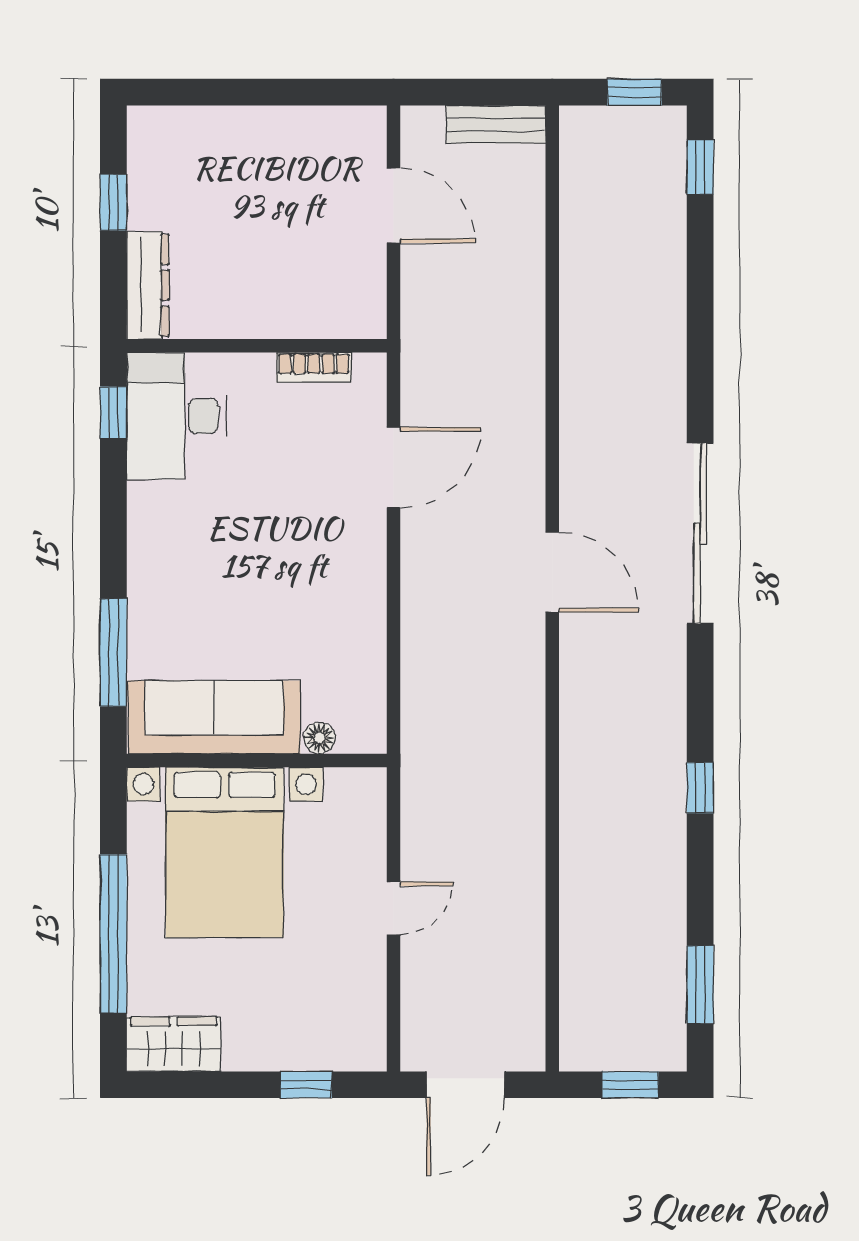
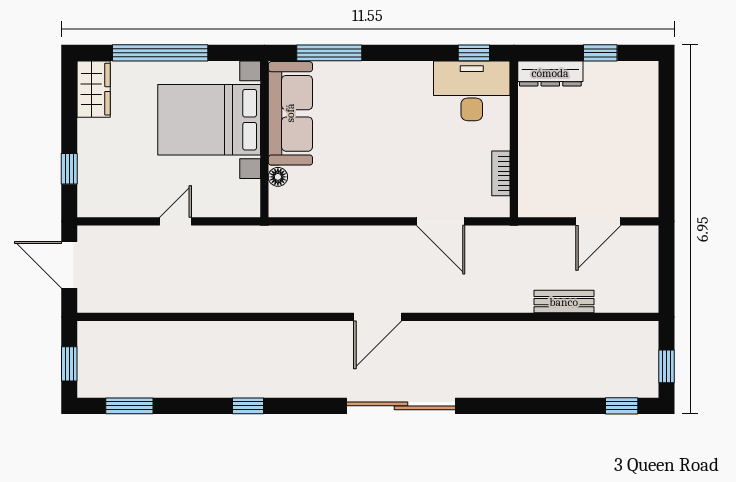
bench: (496, 124) -> (564, 302), moved, turned 90
door: (394, 908) -> (176, 221), swing flipped

